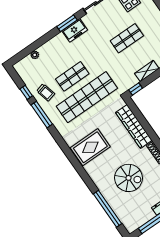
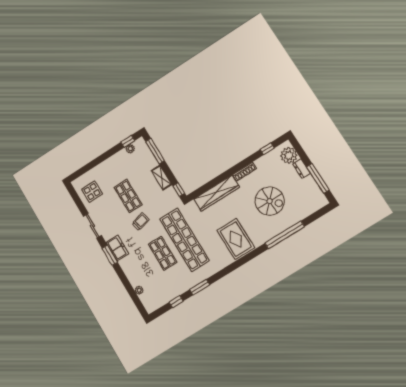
trolley: (46, 92) -> (141, 222), moved
window: (42, 115) -> (200, 287), width x0.69
spiral stairs: (129, 178) -> (270, 201), turned 90
window: (107, 209) -> (285, 235), moved

